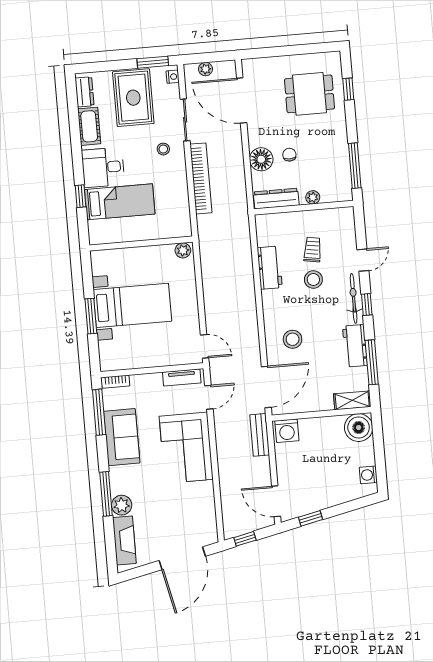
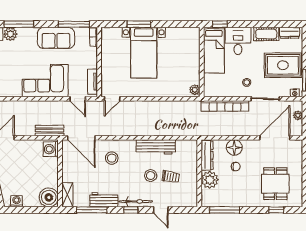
plant: (313, 197) -> (210, 180), width x1.87, depth x1.87
wall: (141, 244) -> (202, 62), moved
plant: (183, 250) -> (195, 90), moved
workbench: (270, 268) -> (156, 147), width x1.38

